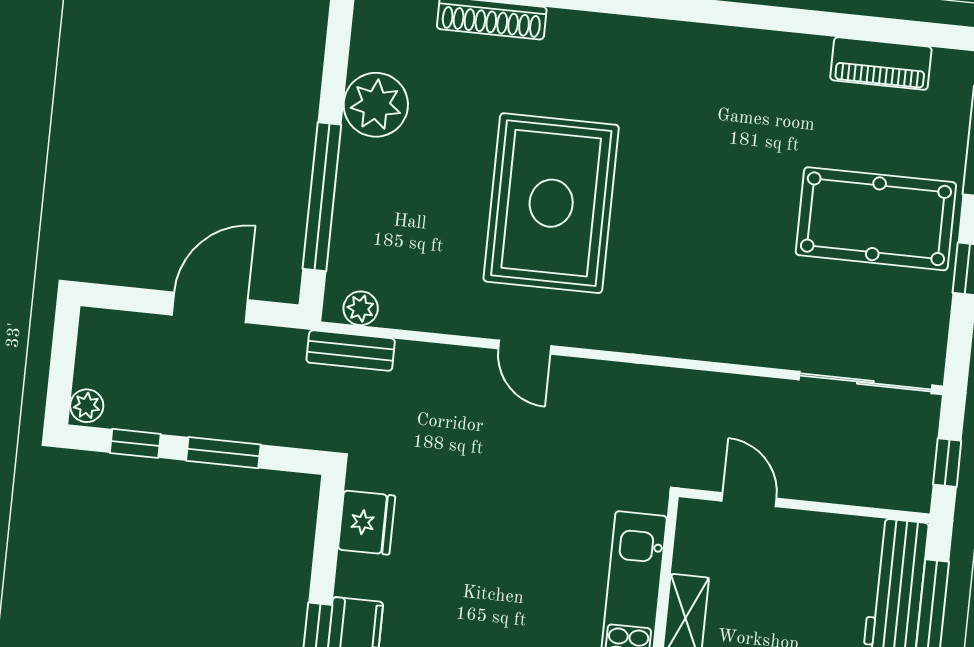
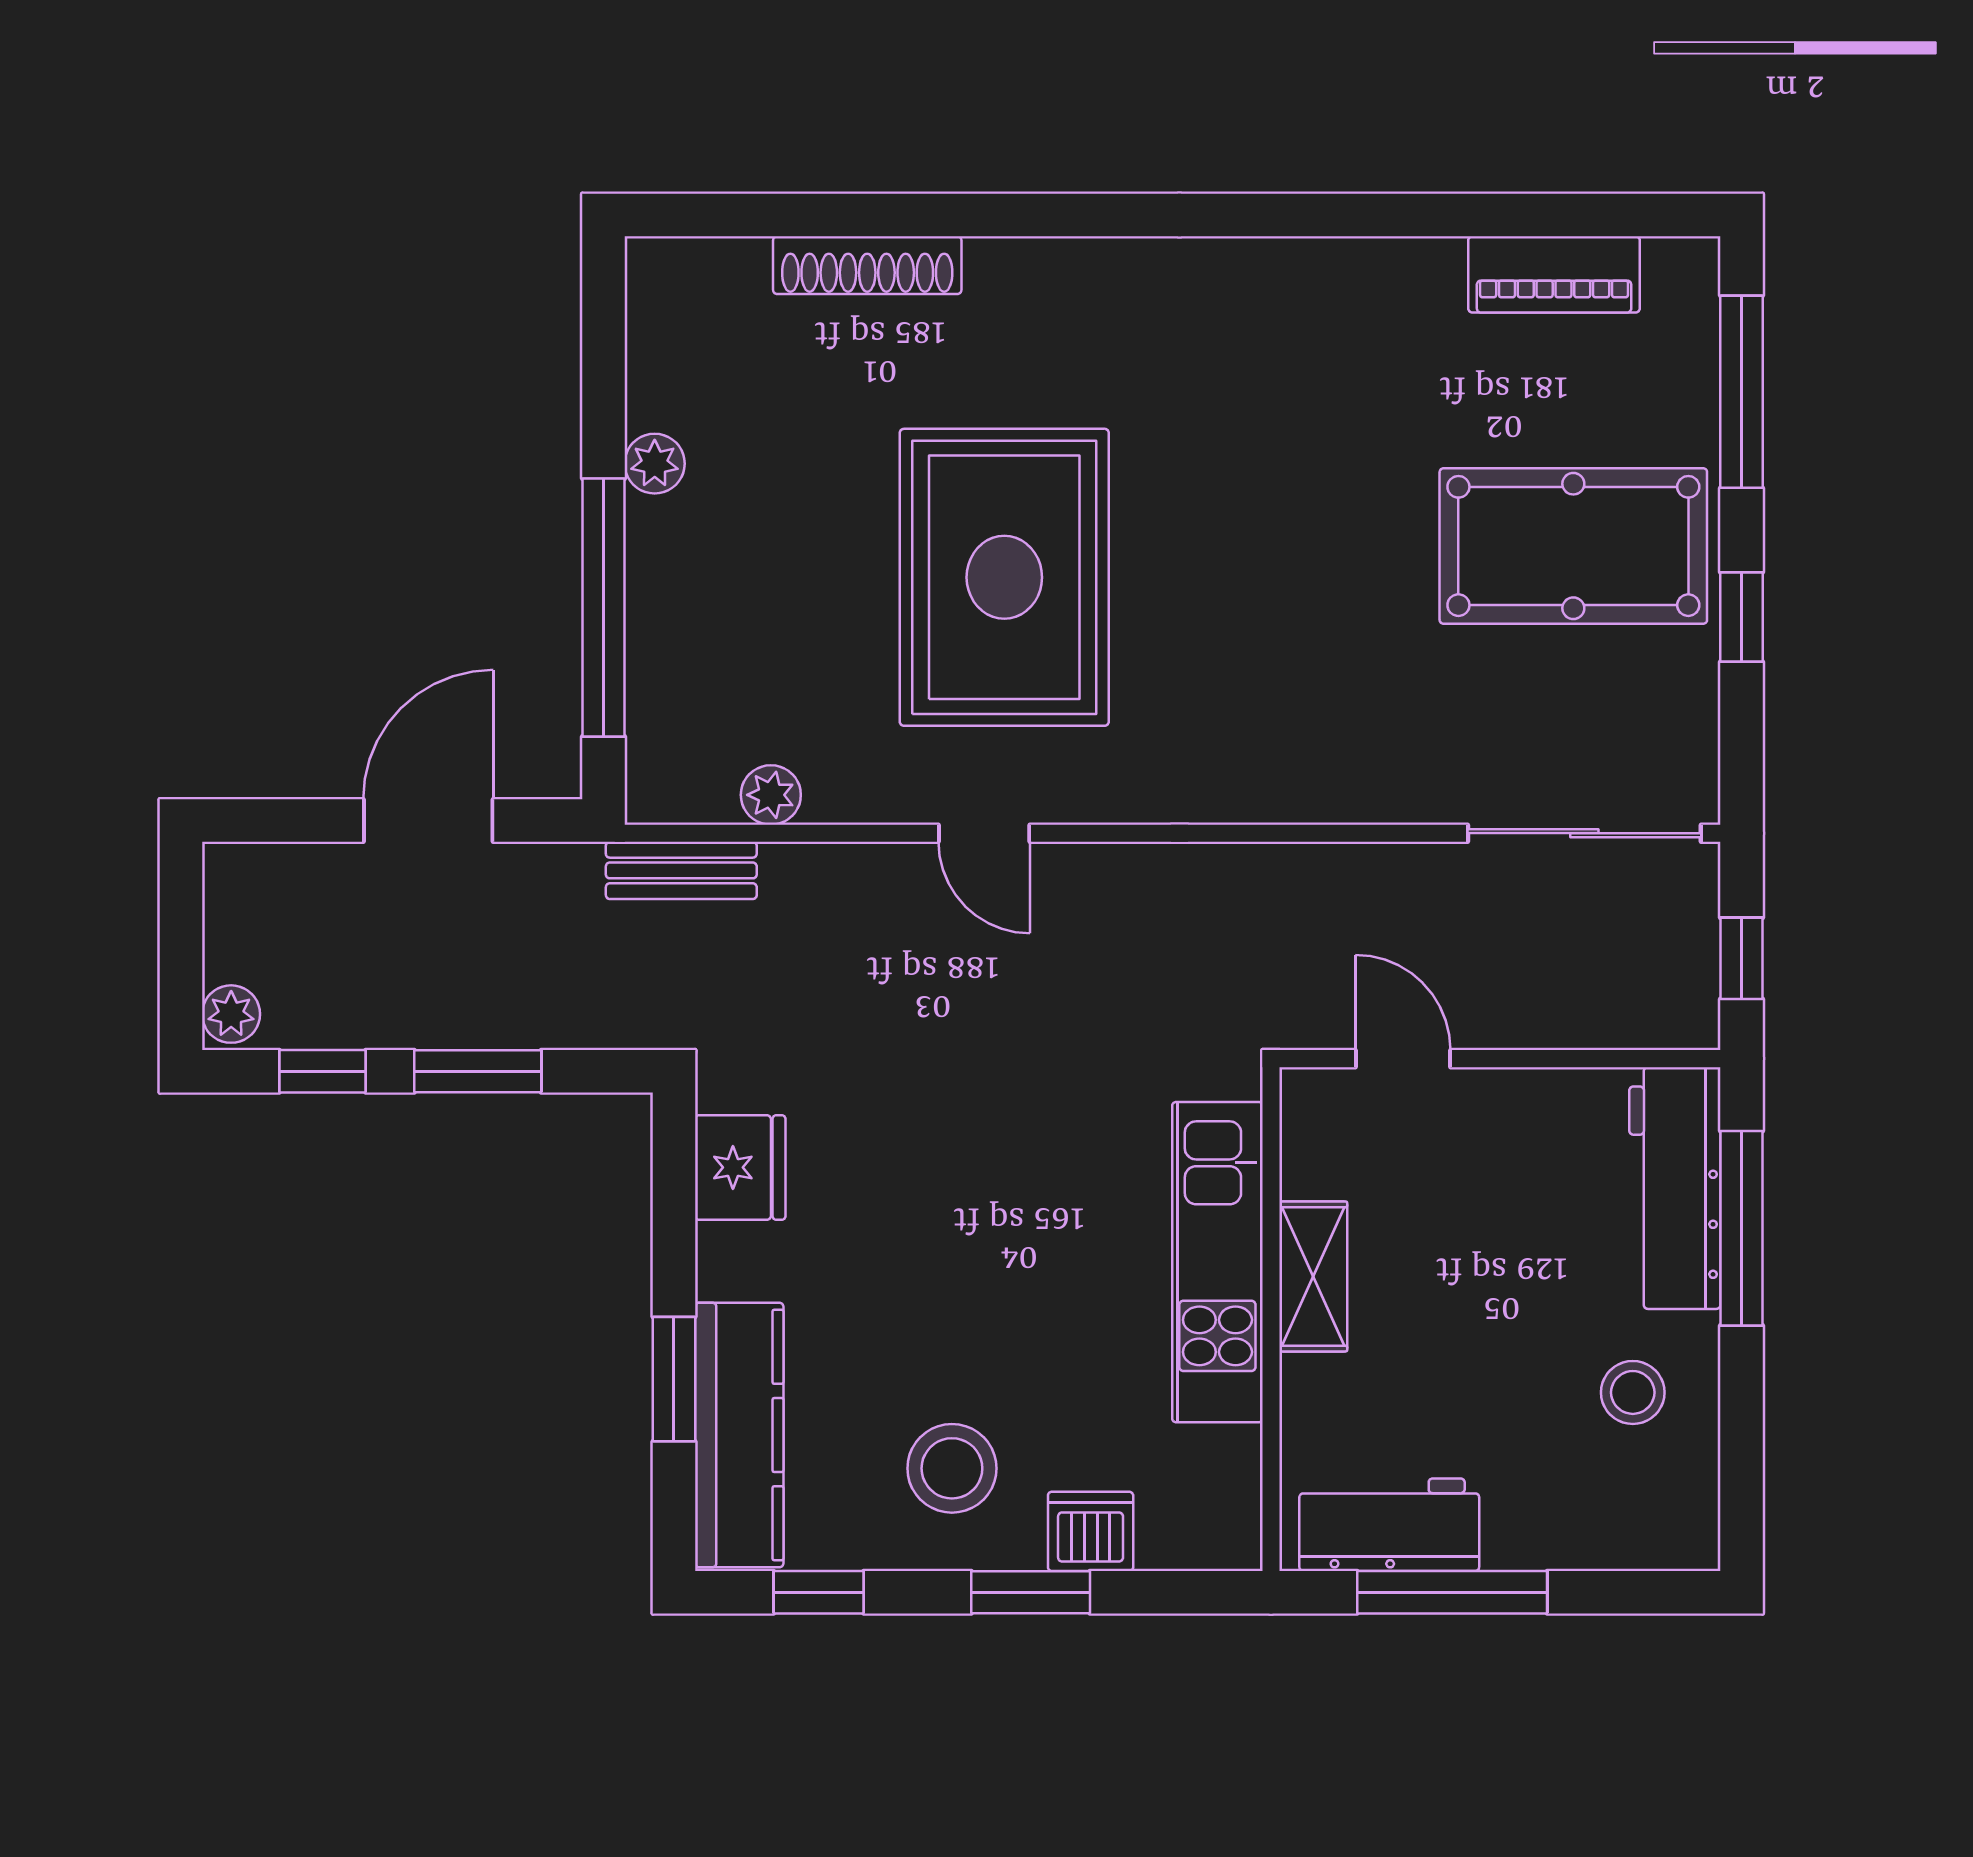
plant: (376, 105) -> (655, 464), width x0.53, depth x0.53
plant: (361, 308) -> (771, 795), moved

